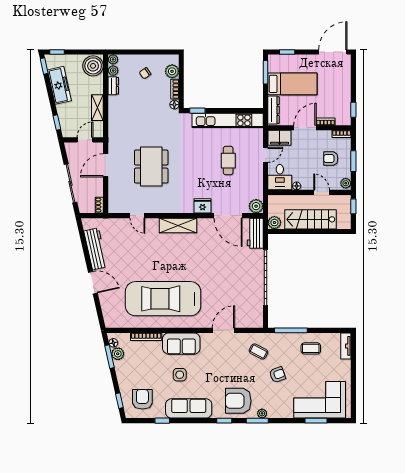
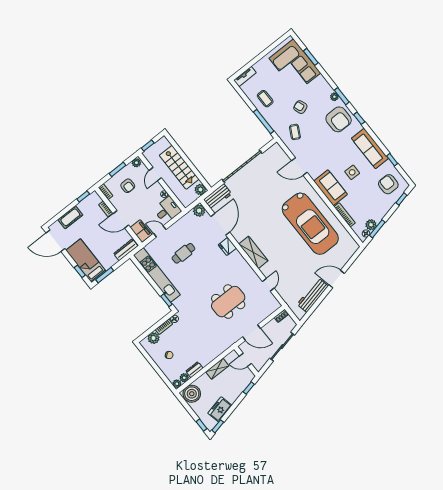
cot: (344, 83) -> (70, 217), added
bed: (292, 84) -> (86, 261), moved
freezer: (59, 85) -> (220, 409), width x0.71
door: (93, 283) -> (337, 279), hinge flipped
armchair: (142, 399) -> (388, 184), turned 90

